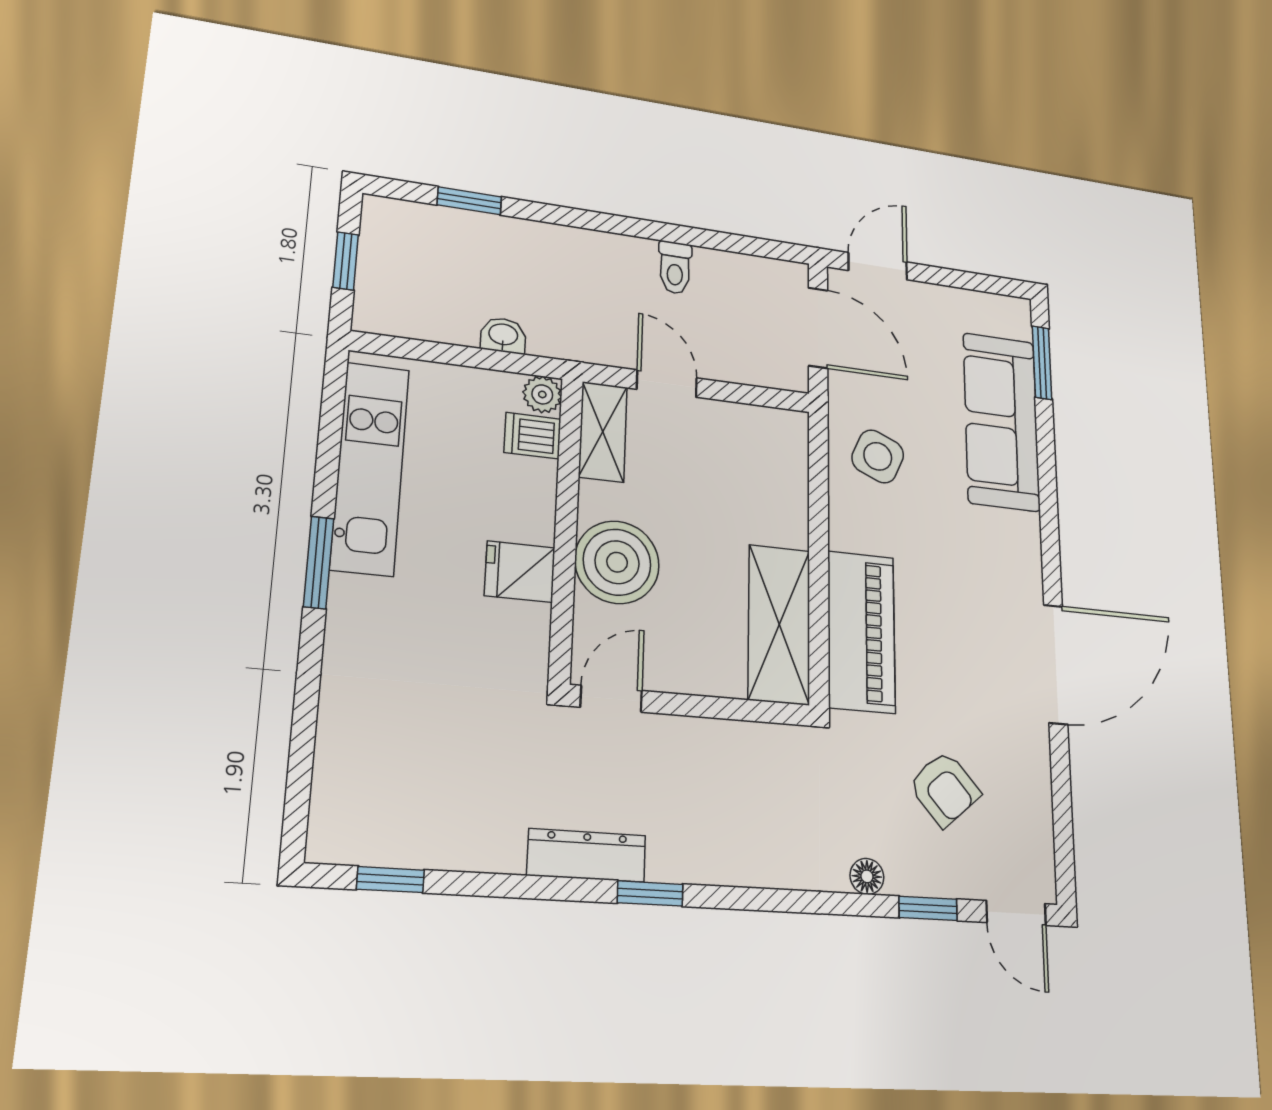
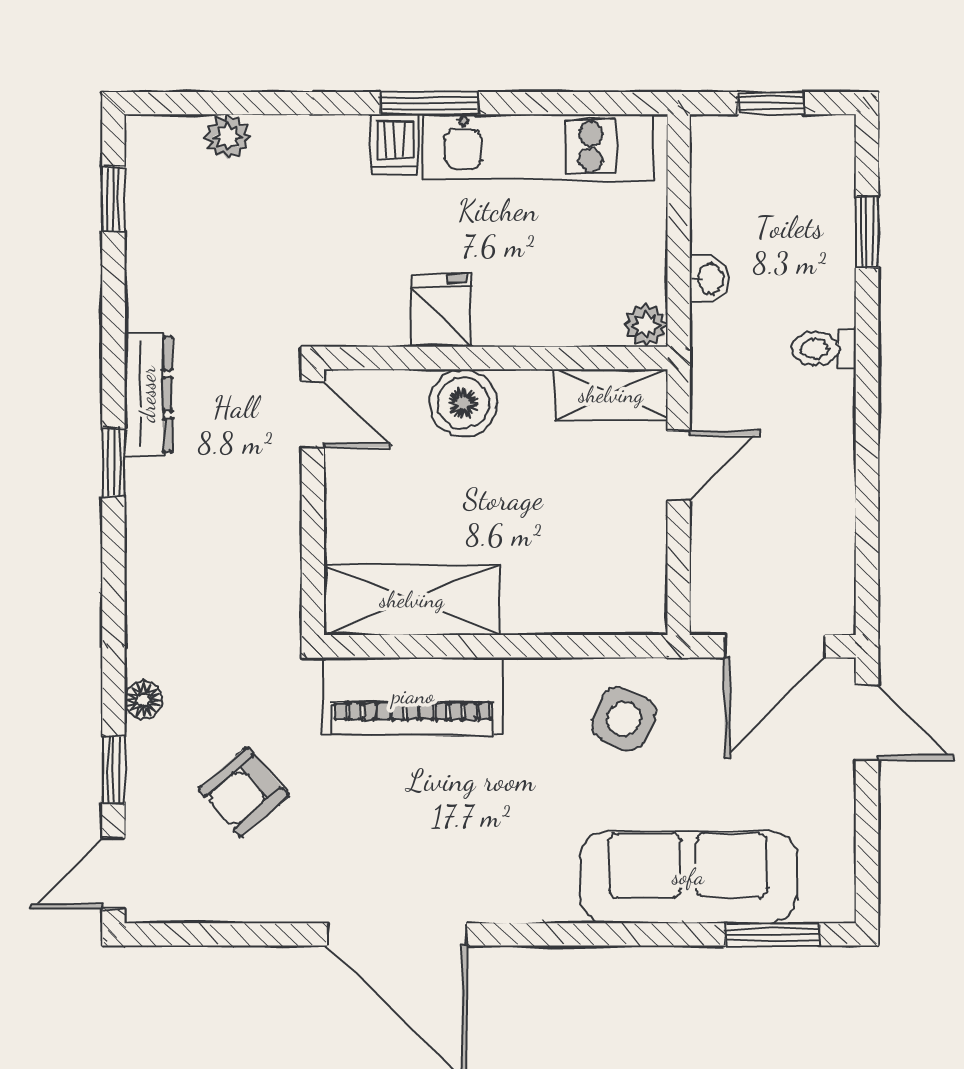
toilet: (675, 268) -> (824, 349), moved
dishwasher: (533, 436) -> (394, 144), moved, turned 180
boiler: (617, 562) -> (463, 403), width x0.73, depth x0.73
plant: (336, 760) -> (227, 137), added

